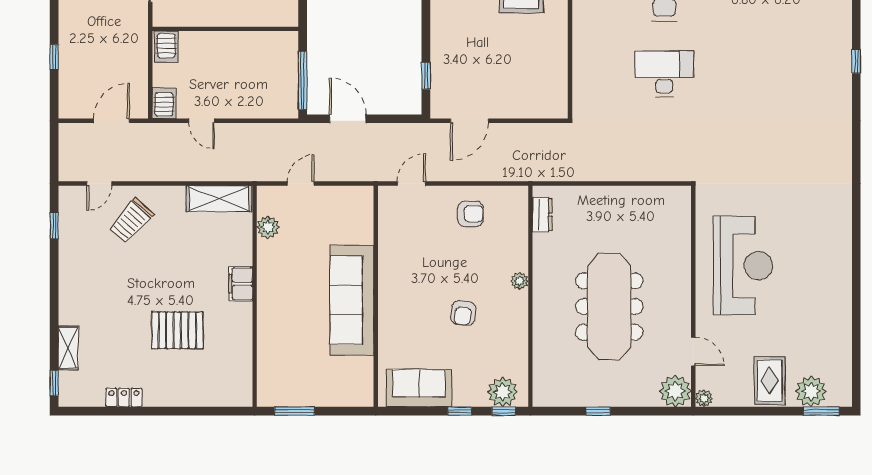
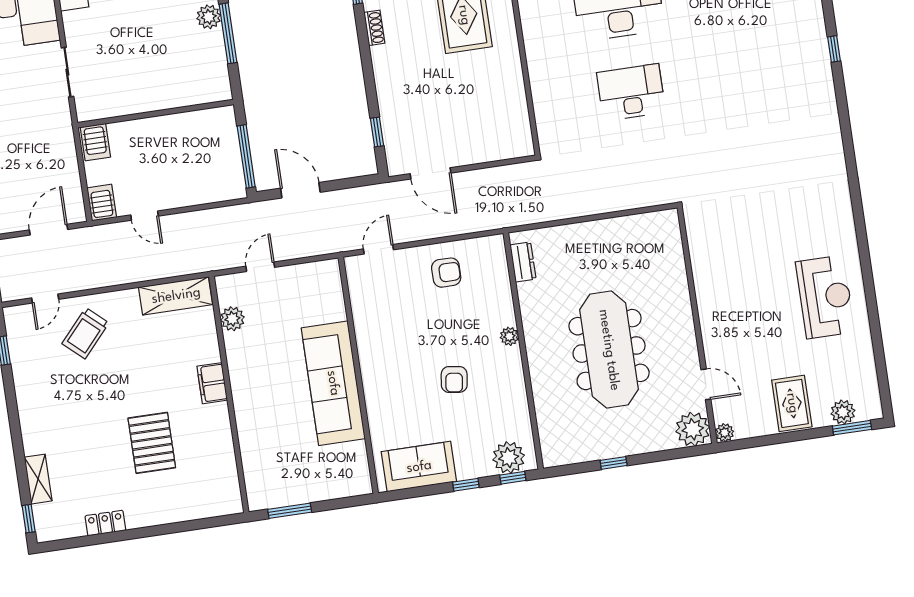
door: (469, 121) -> (430, 173), hinge flipped
reception desk: (743, 266) -> (825, 297), moved, width x0.74, depth x0.77
pallet: (177, 330) -> (152, 443), turned 90
plant: (811, 391) -> (843, 412), width x0.73, depth x0.73

